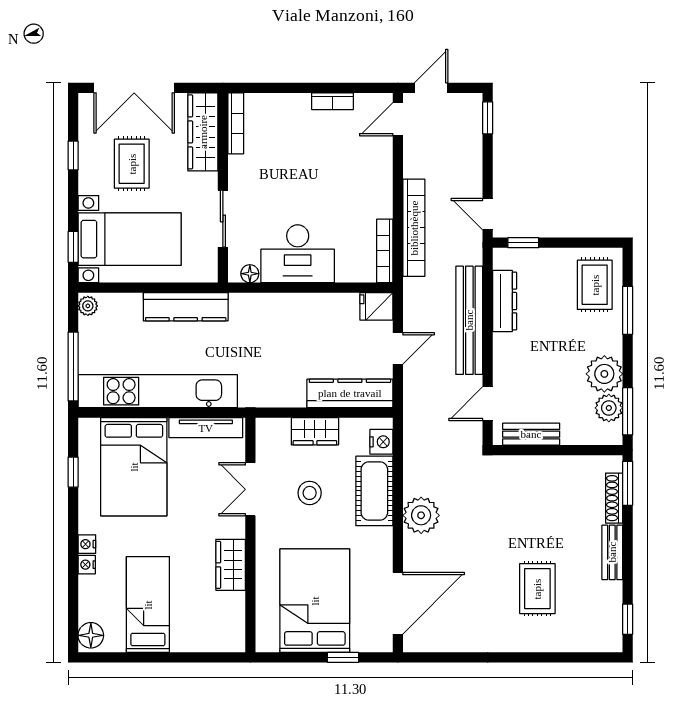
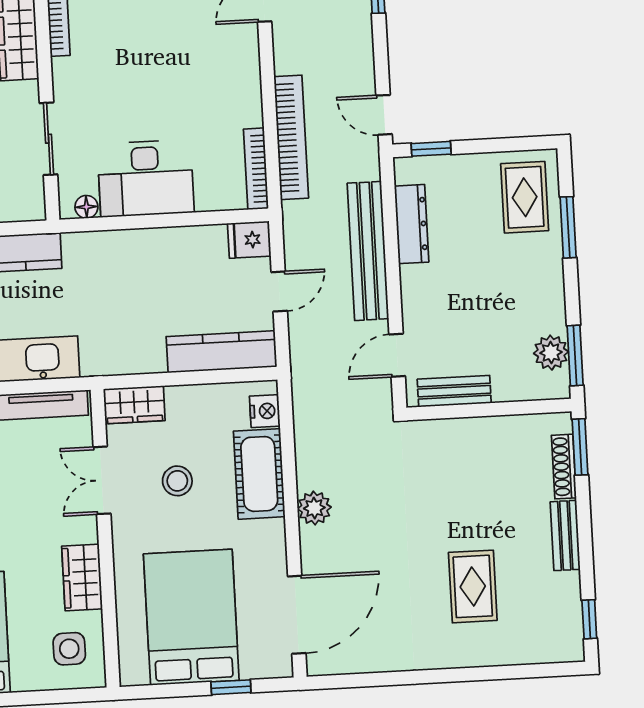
plant: (604, 374) -> (543, 310), removed
wardrobe: (315, 431) -> (134, 405), moved
plant: (421, 515) -> (314, 508), width x0.73, depth x0.73
side table: (218, 620) -> (69, 649), added

